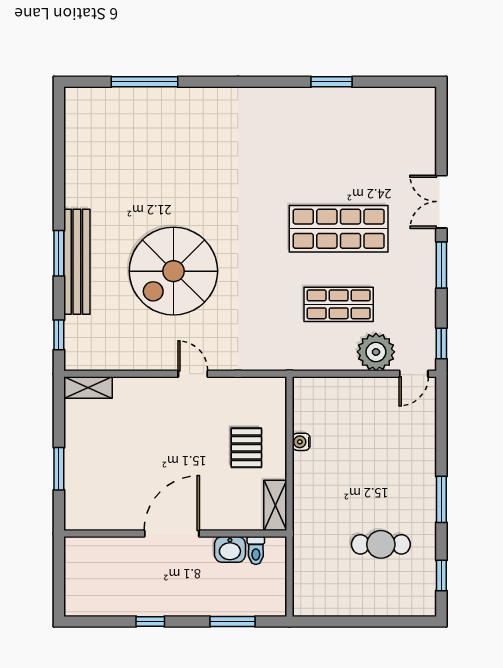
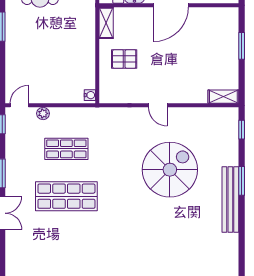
bench: (77, 262) -> (230, 199), moved
plant: (376, 352) -> (43, 113), width x0.53, depth x0.53
water cooler: (301, 442) -> (90, 95), moved
pallet: (246, 448) -> (124, 59), turned 90

